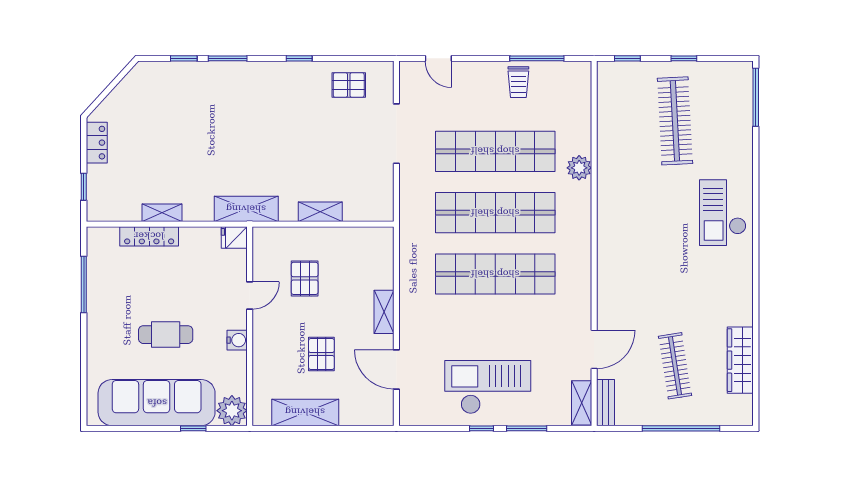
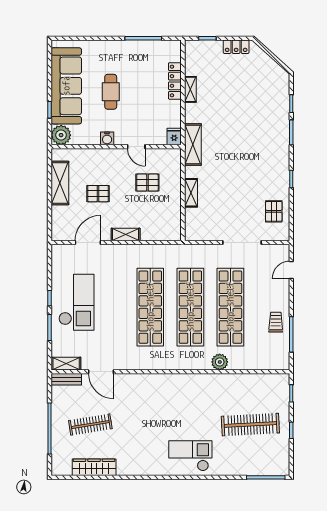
trolley: (518, 82) -> (276, 322), turned 91

